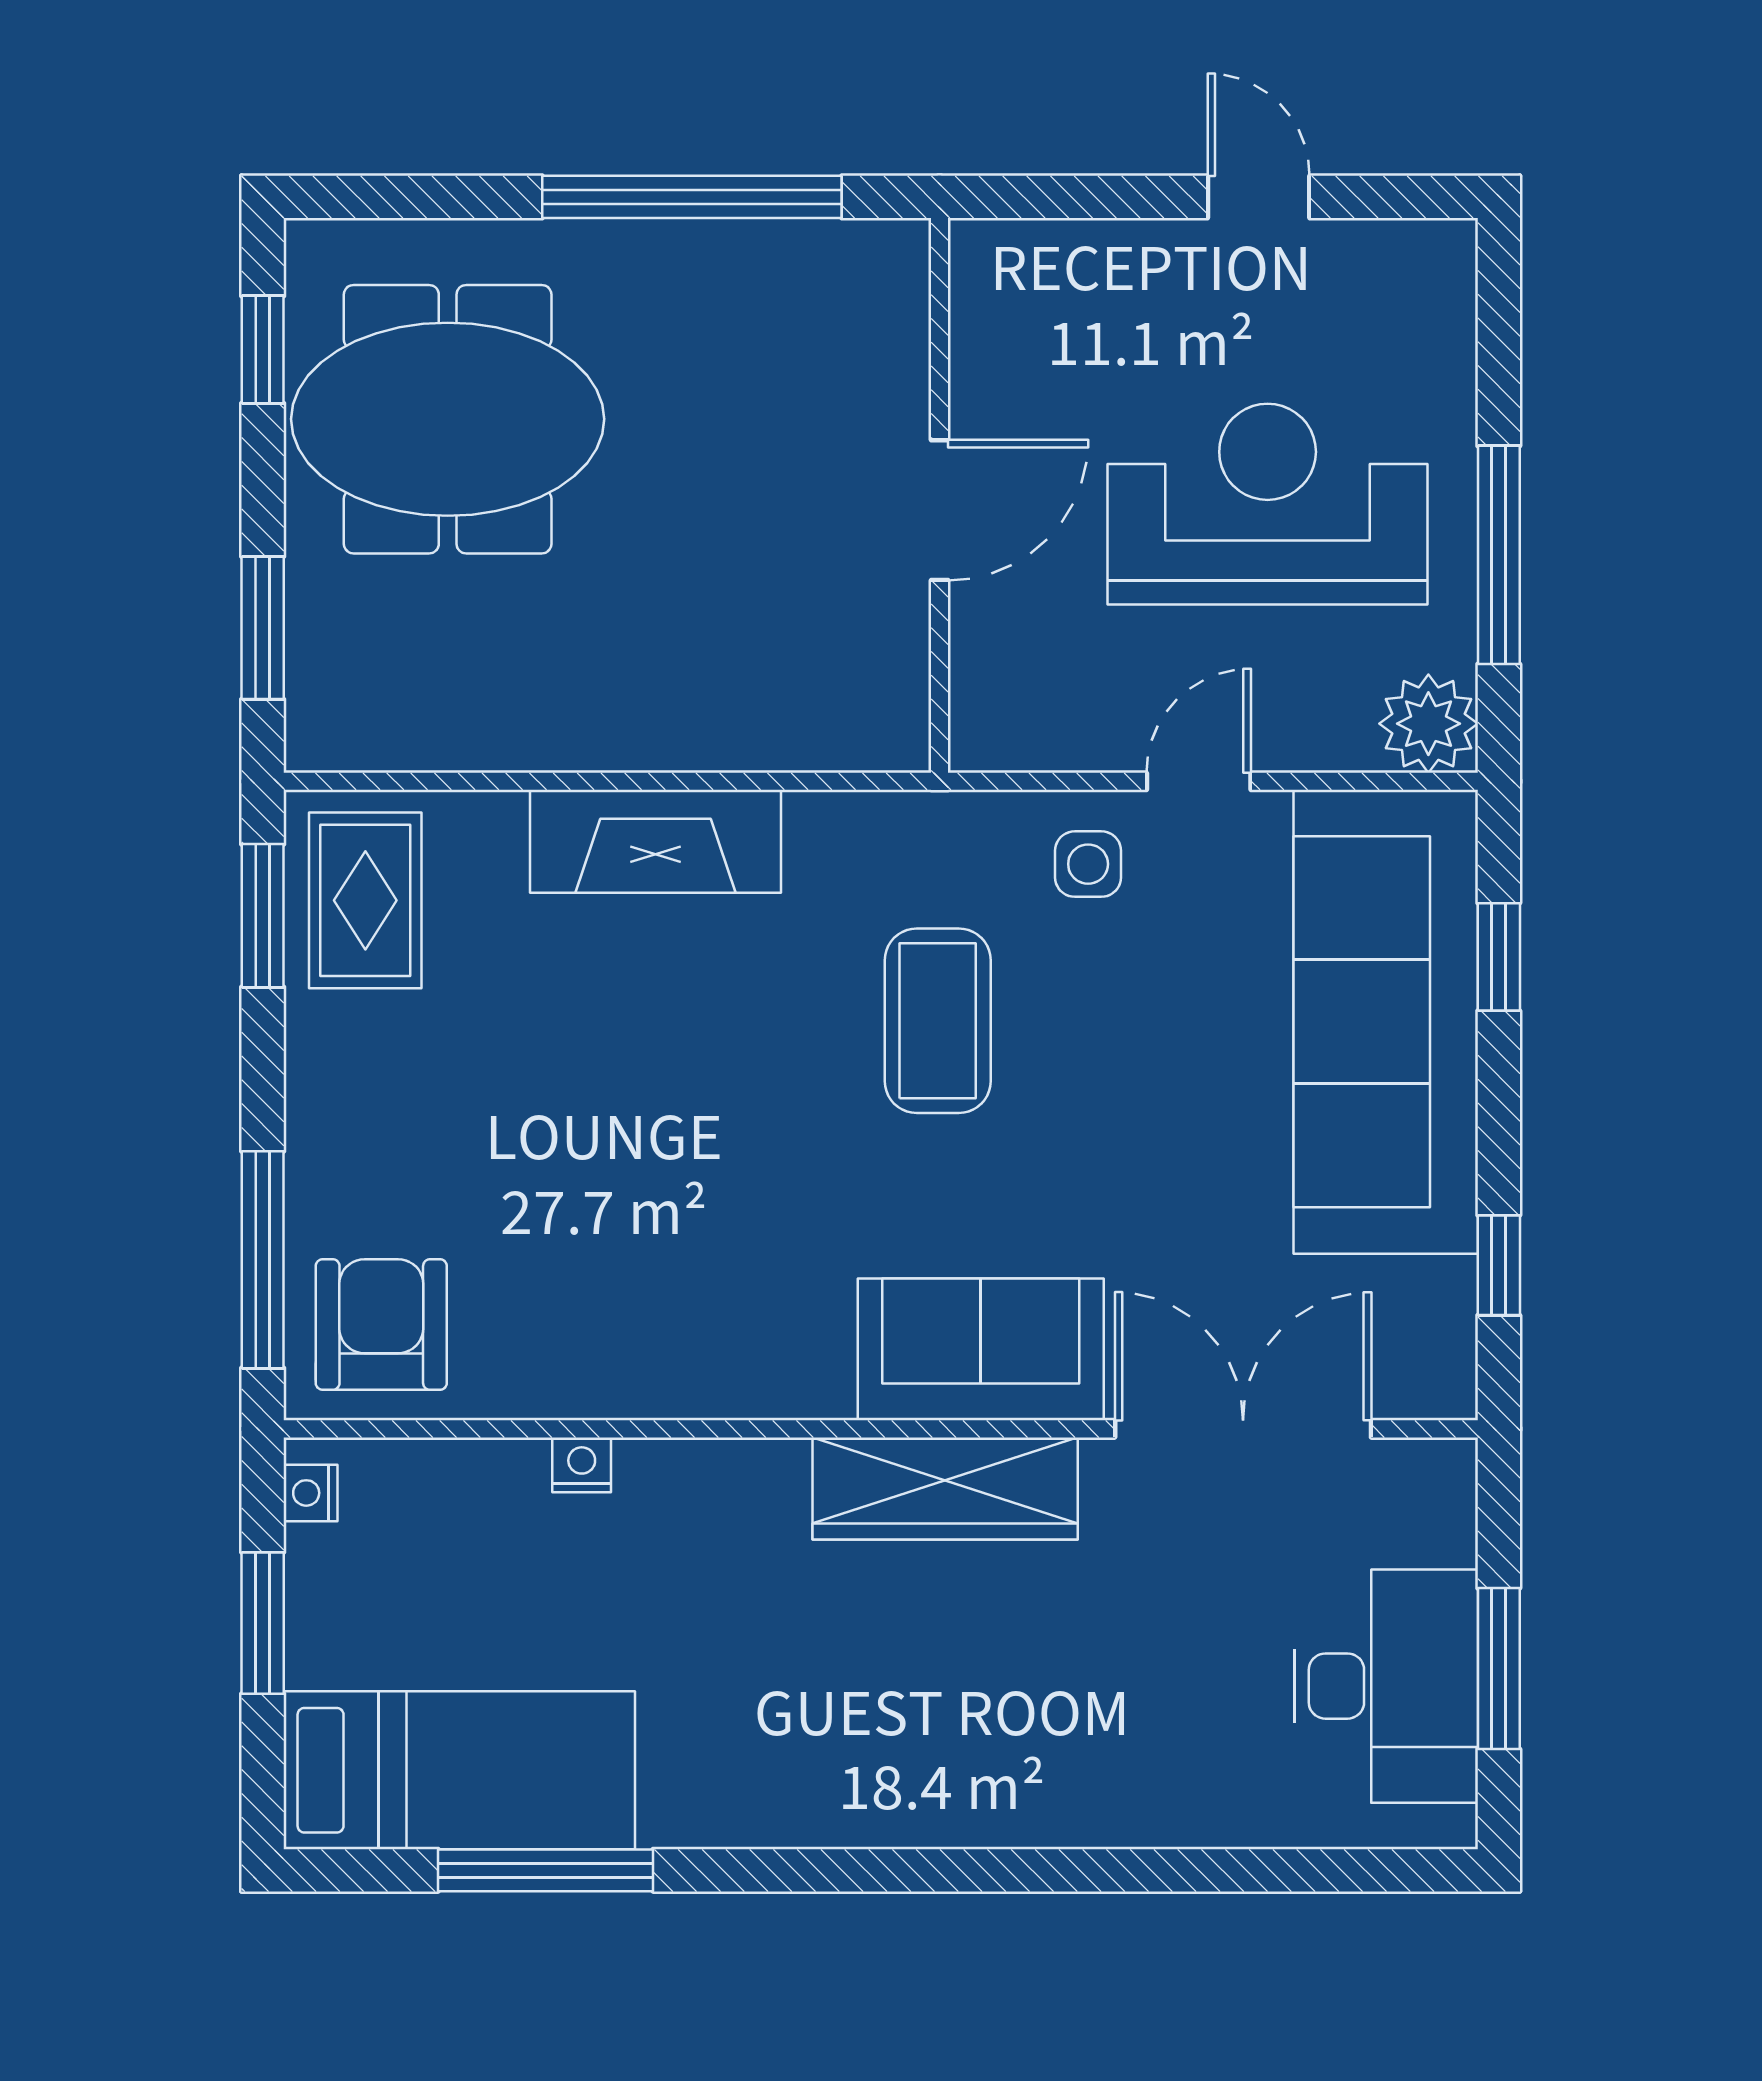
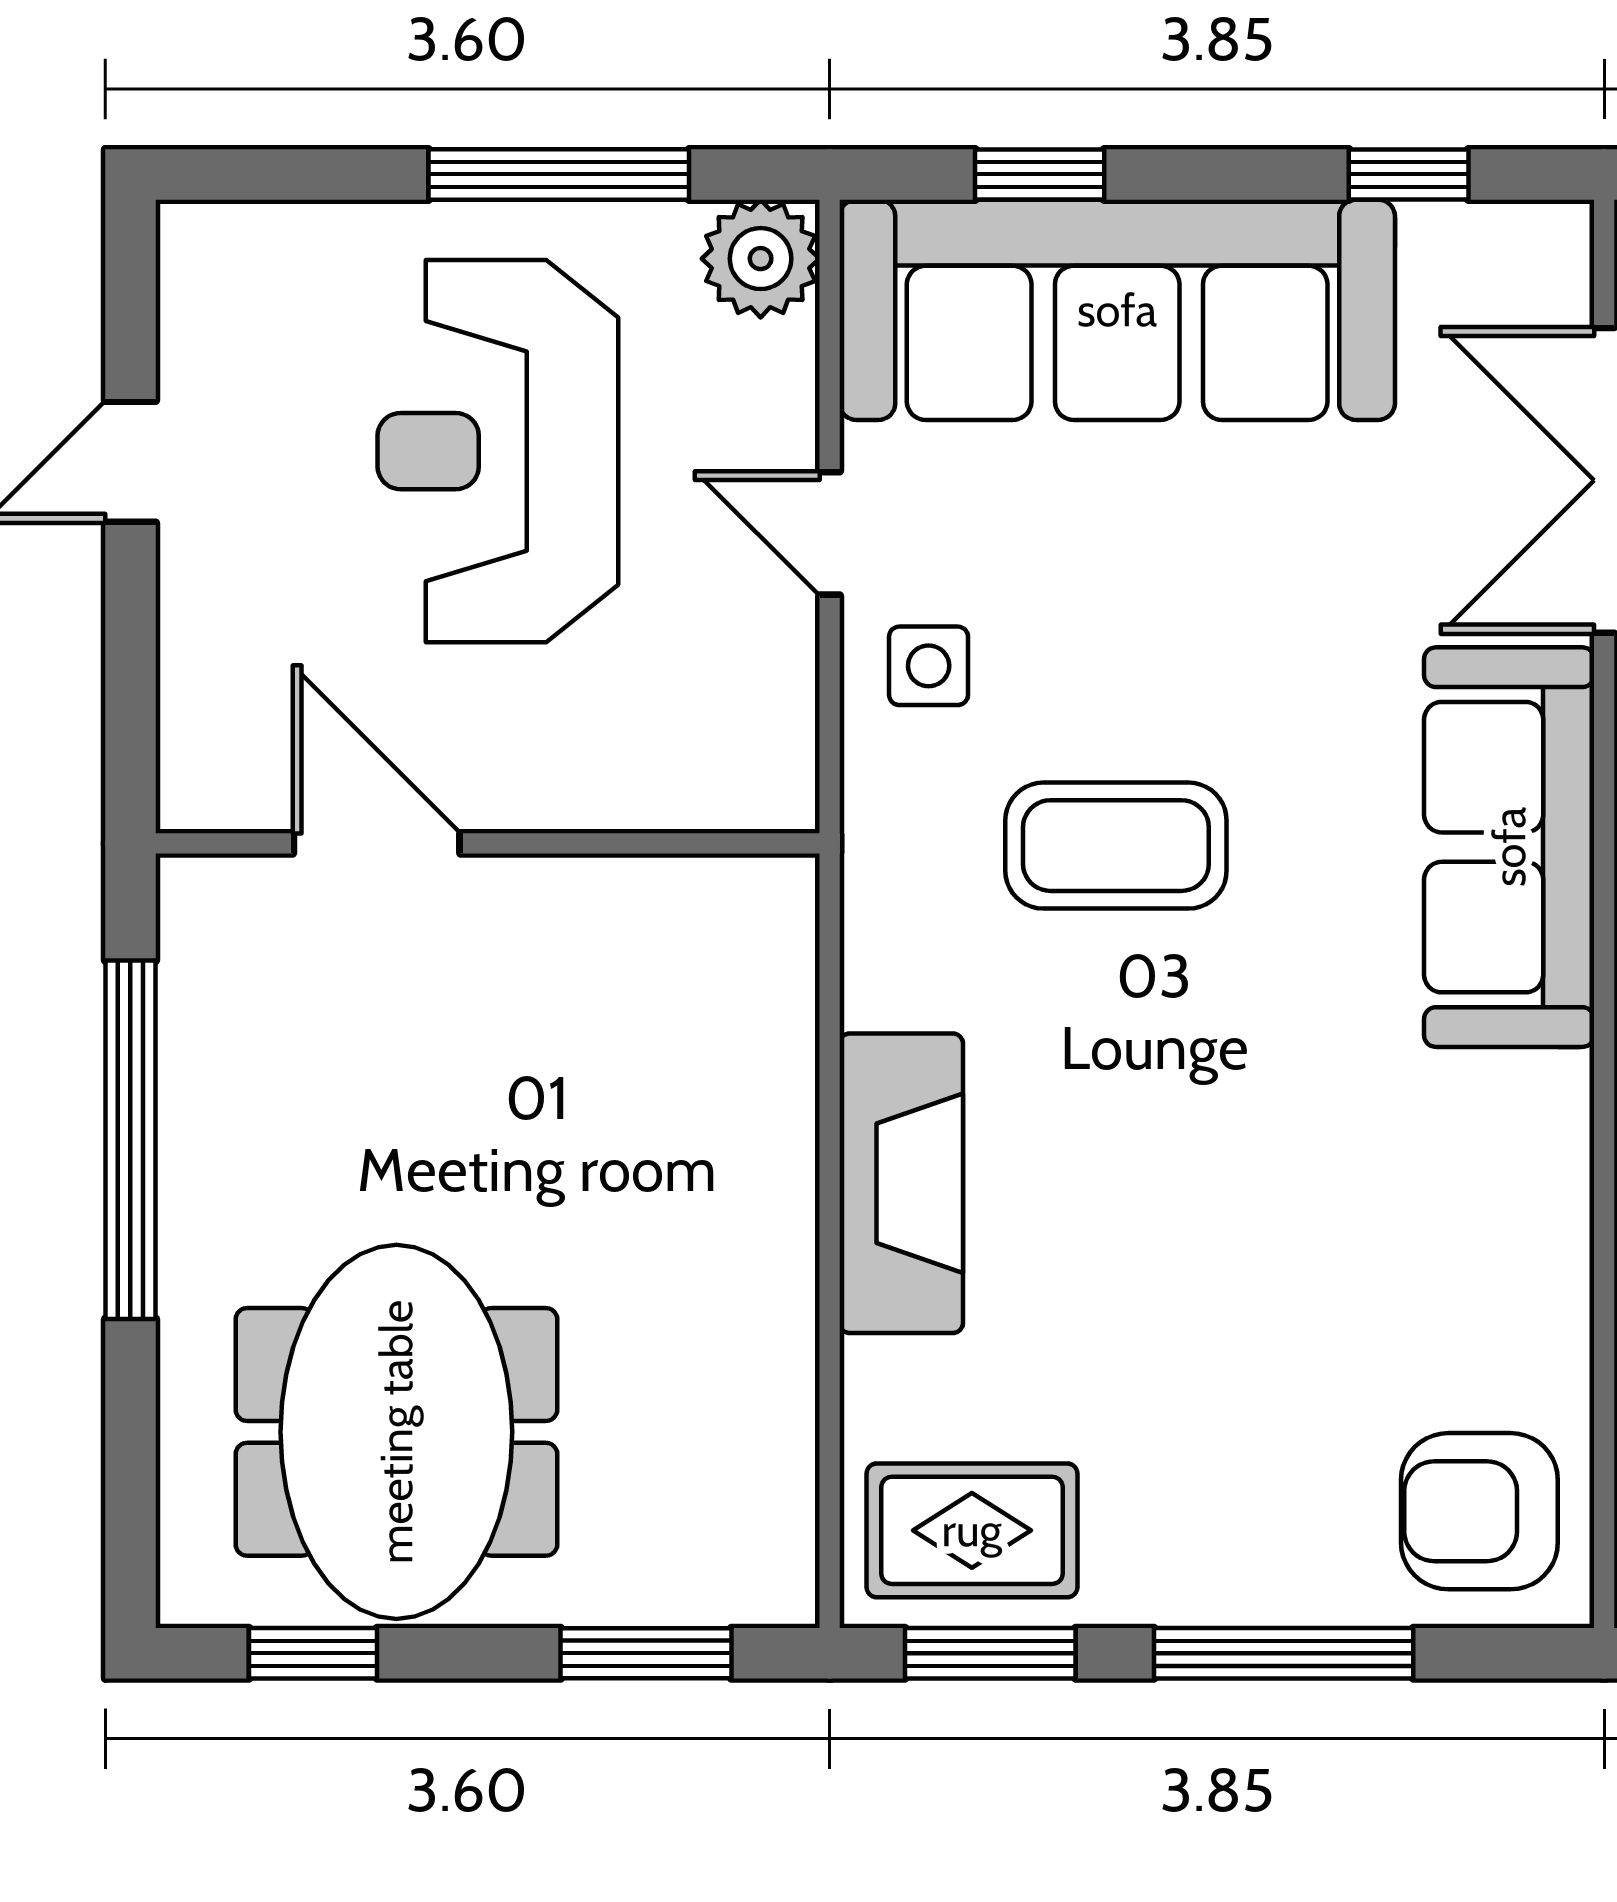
door: (940, 510) -> (377, 843), moved
window: (263, 1260) -> (1284, 1653), moved
sofa: (981, 1349) -> (1509, 847), width x1.36

